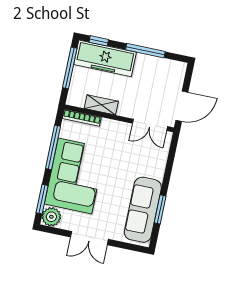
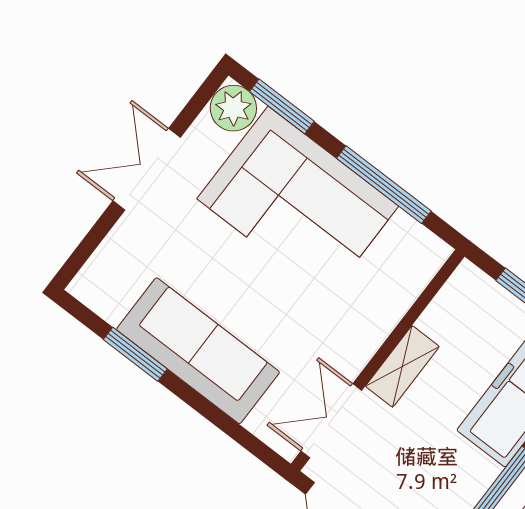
shelving: (101, 105) -> (402, 366), moved
bookcase: (82, 118) -> (418, 279), removed
sofa: (143, 210) -> (198, 351), moved

